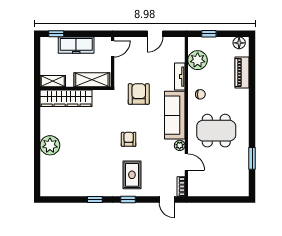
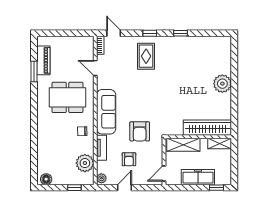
piano: (242, 72) -> (43, 60), moved
armchair: (129, 139) -> (129, 159), moved
plant: (180, 145) -> (101, 178), moved

